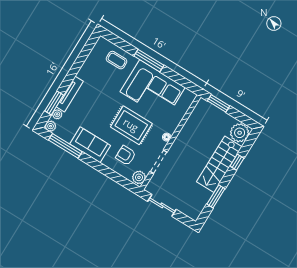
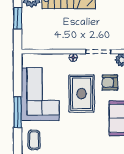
window: (219, 103) -> (18, 18), moved
armchair: (126, 155) -> (110, 83), turned 90

